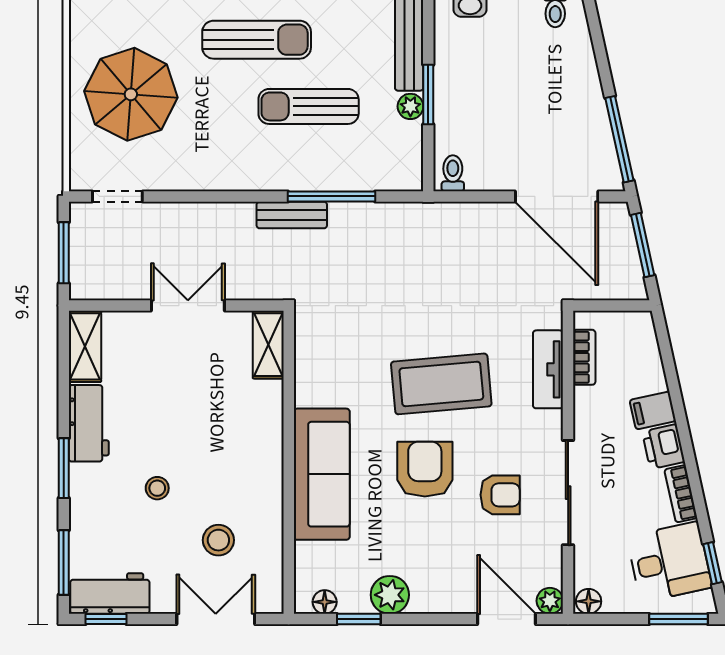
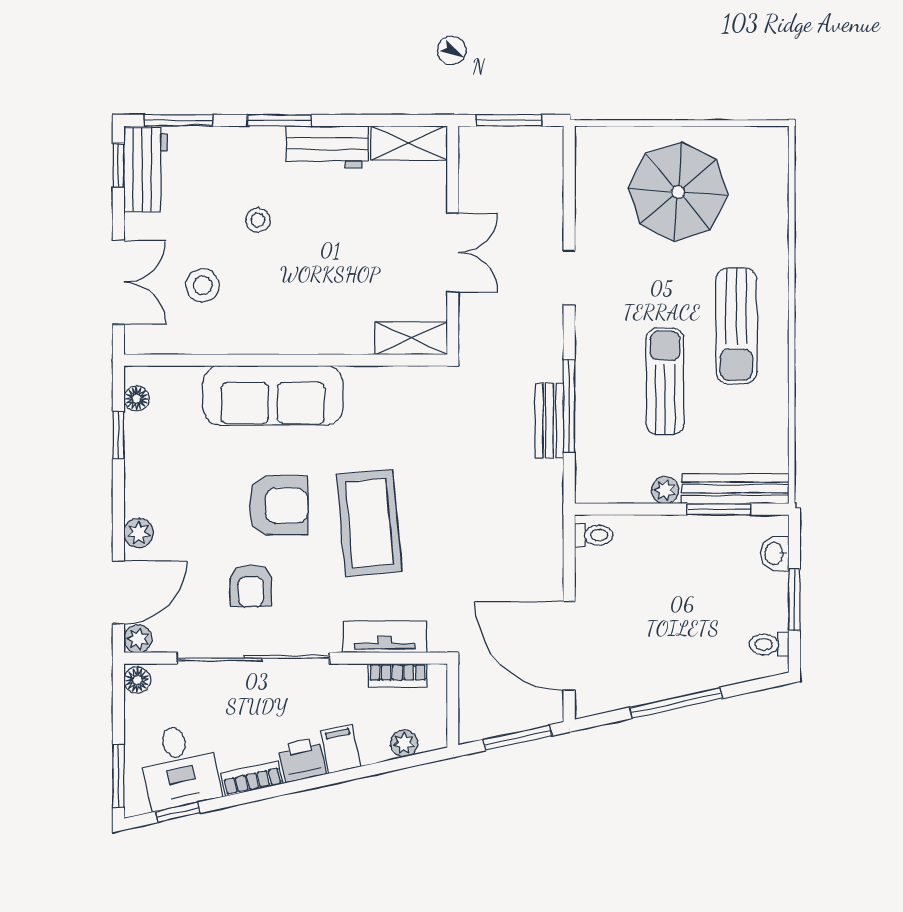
window: (428, 95) -> (719, 509), moved
window: (619, 139) -> (676, 703), moved
doorway: (117, 196) -> (569, 277), moved
door: (557, 196) -> (569, 646), hinge flipped
bench: (292, 215) -> (549, 421), moved
plant: (648, 351) -> (404, 743), added
sliding door: (568, 493) -> (253, 658), width x1.36
plant: (390, 595) -> (139, 533), moved, width x0.73, depth x0.73

